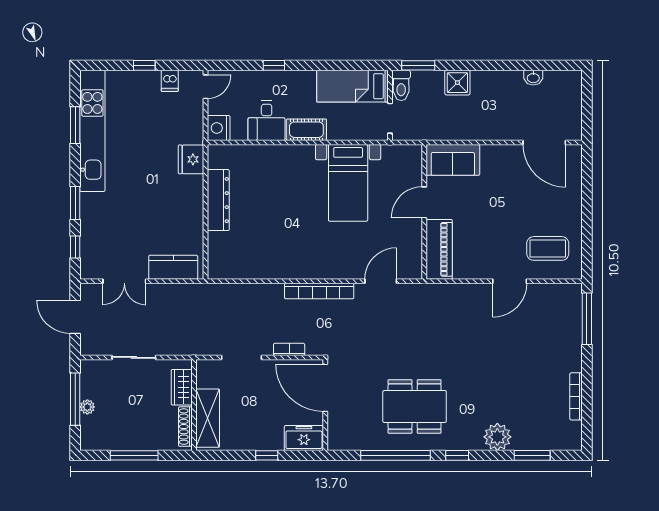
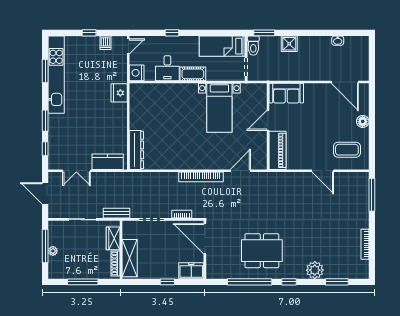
dresser: (218, 200) -> (136, 150), moved
floor lamp: (572, 204) -> (363, 121), added
door: (510, 281) -> (323, 171), hinge flipped
bench: (187, 348) -> (117, 213), added

